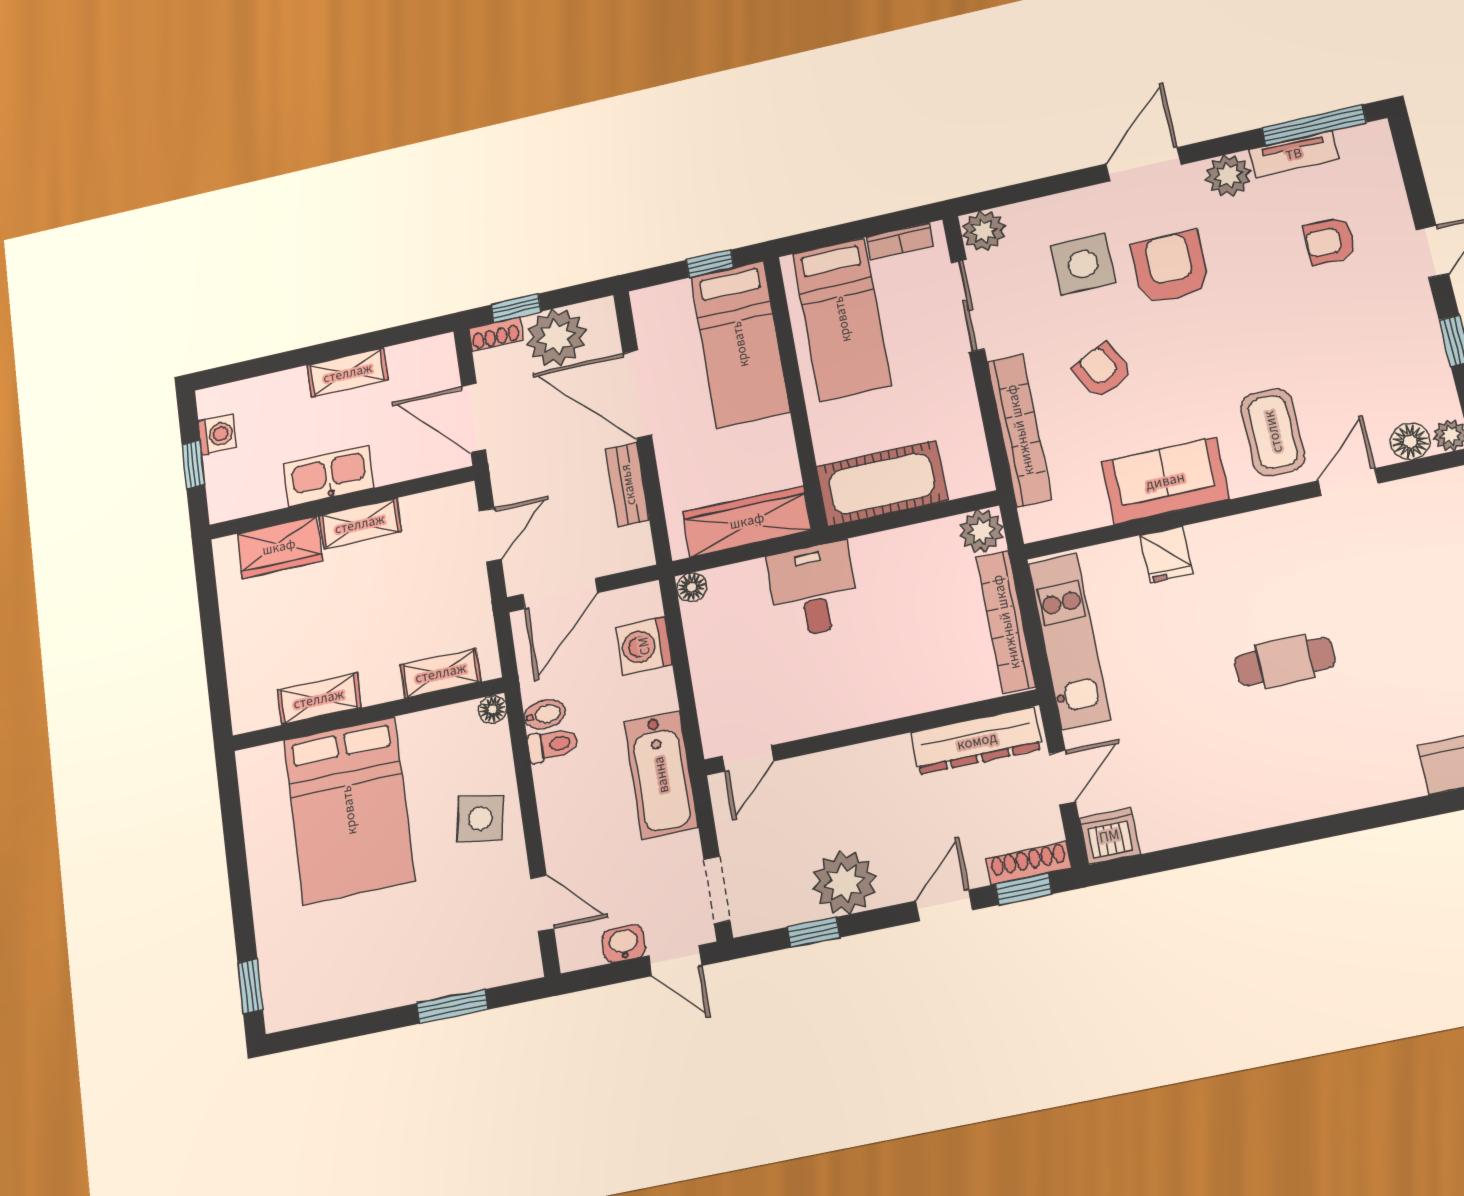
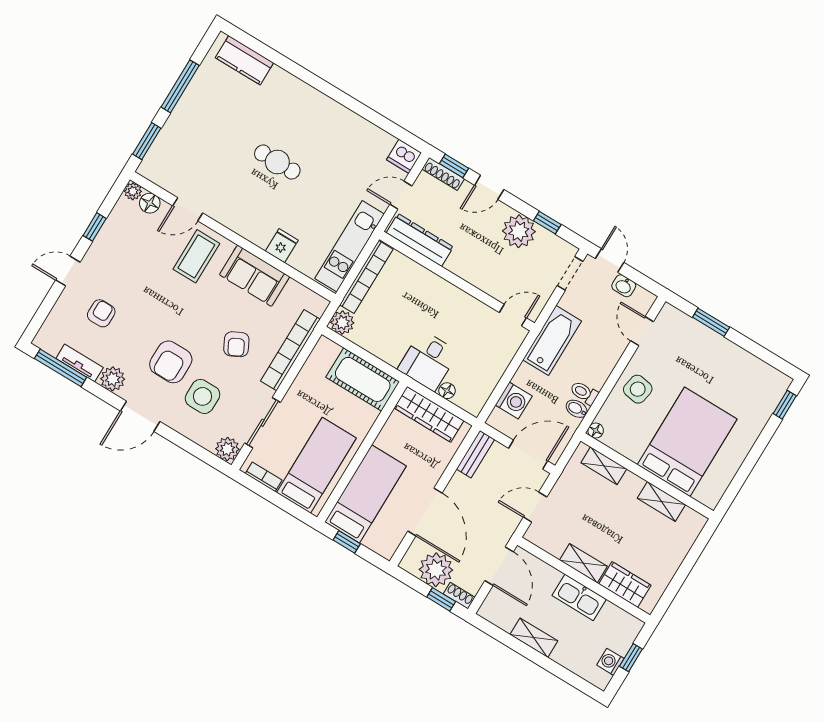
armchair: (1330, 241) -> (101, 313), turned -90
bench: (628, 485) -> (475, 454), moved
floor lamp: (692, 587) -> (447, 391), moved

